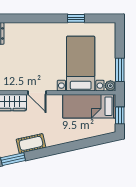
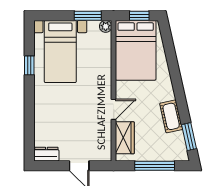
bed with nightstands: (81, 64) -> (60, 51), moved, turned -90
bed: (89, 106) -> (136, 50), width x1.50

